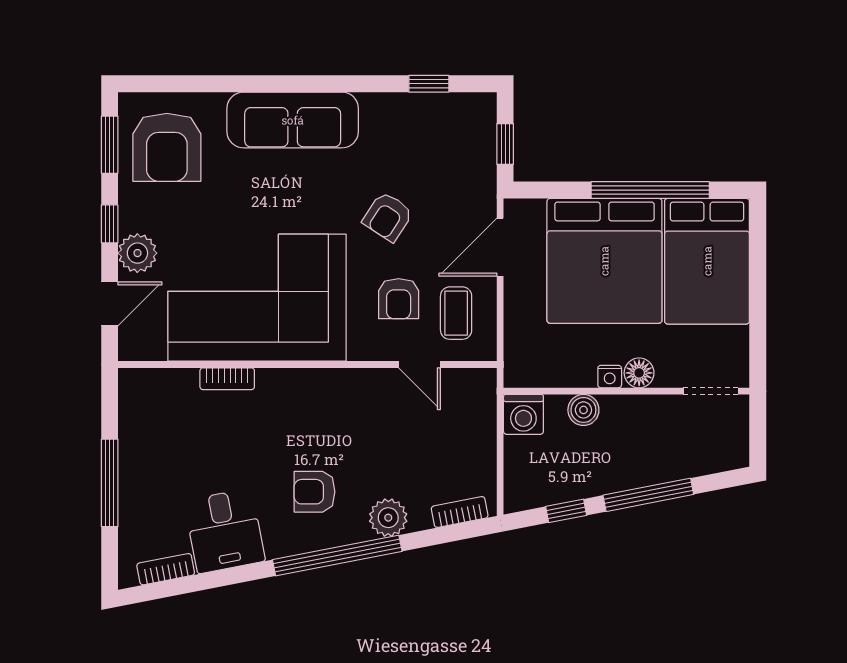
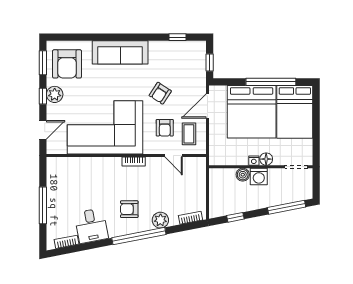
plant: (137, 253) -> (55, 94), moved
bookcase: (227, 379) -> (134, 162), moved
washing machine: (523, 414) -> (259, 177), moved
window: (648, 495) -> (287, 207), moved

